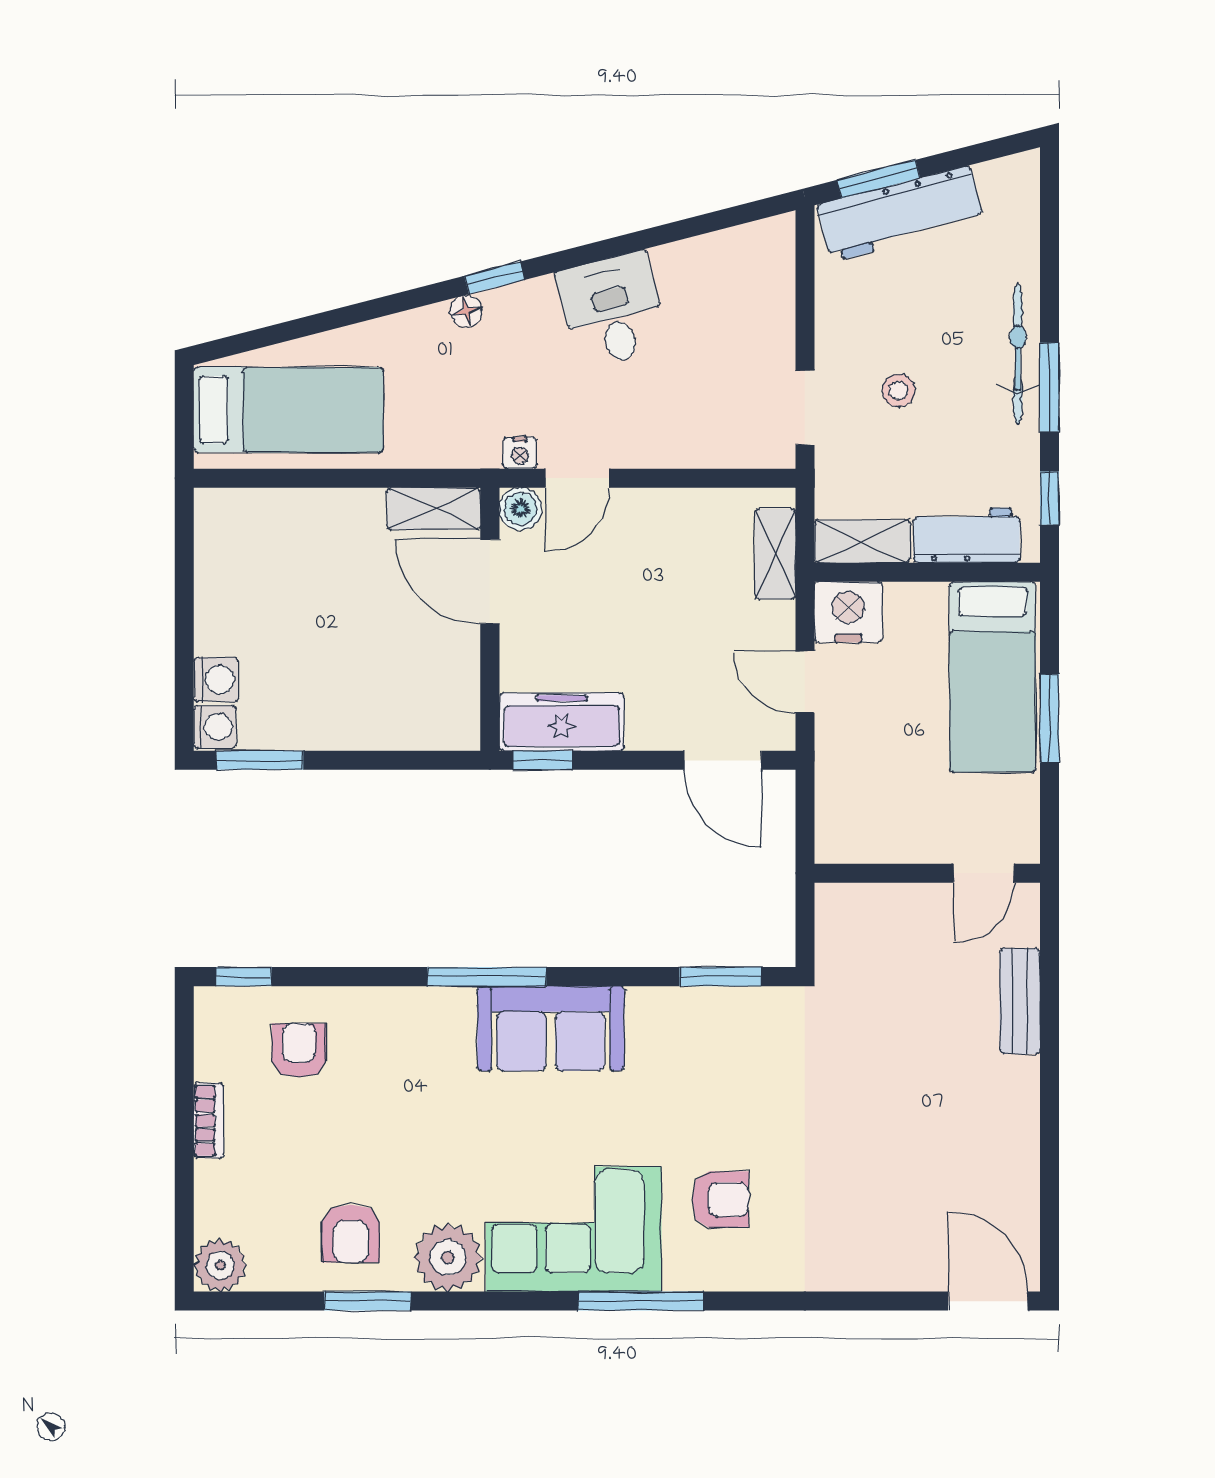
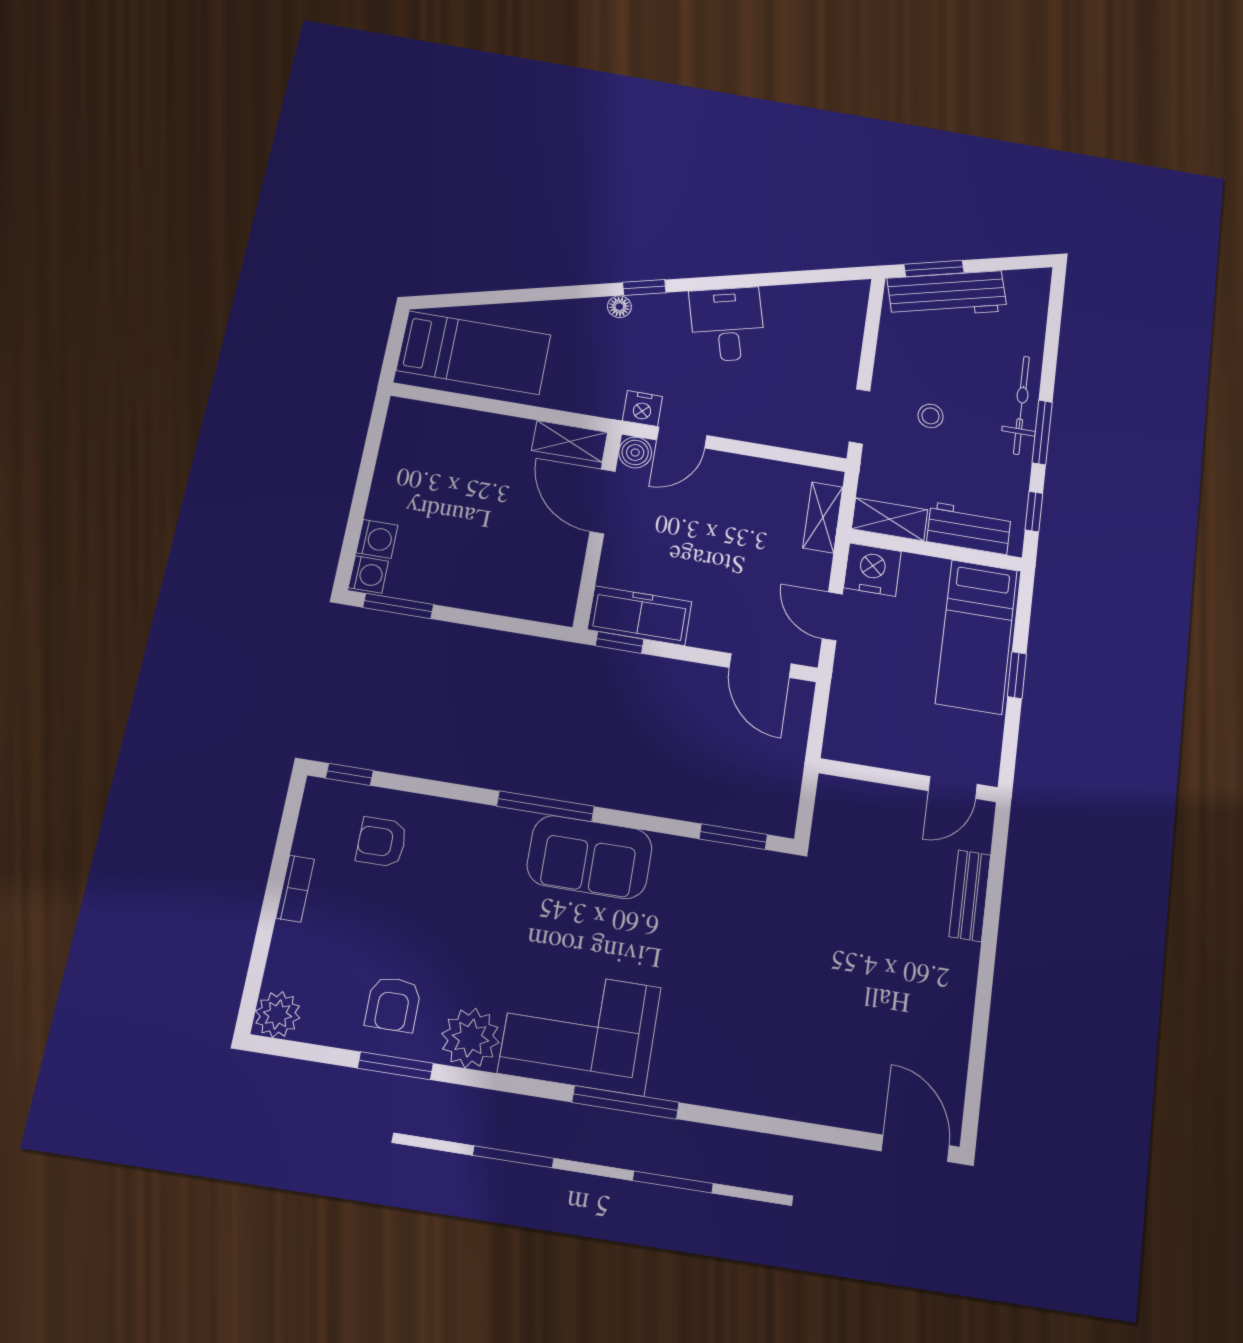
nightstand: (520, 453) -> (642, 409), width x1.39, depth x1.35
window: (1049, 718) -> (1017, 675), width x0.67
armchair: (299, 1050) -> (382, 842), turned -90
armchair: (721, 1200) -> (705, 1024), removed

